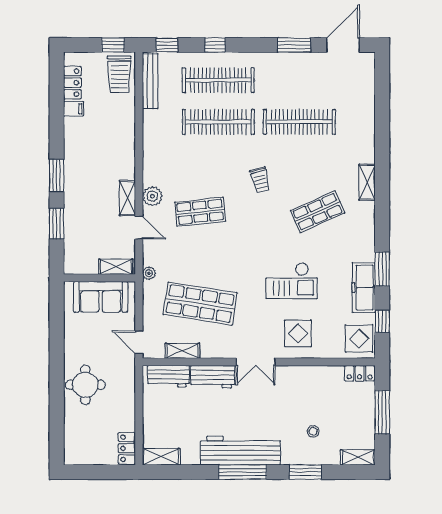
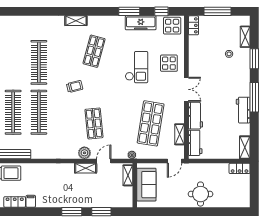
shop shelf: (318, 212) -> (94, 51), turned 39
workbench: (240, 451) -> (243, 110), width x0.53, depth x0.76
shelving: (358, 457) -> (245, 37), moved

